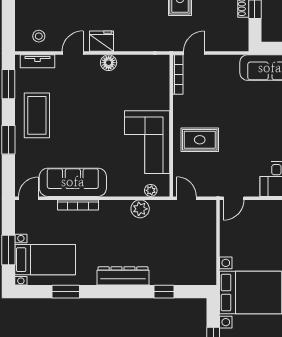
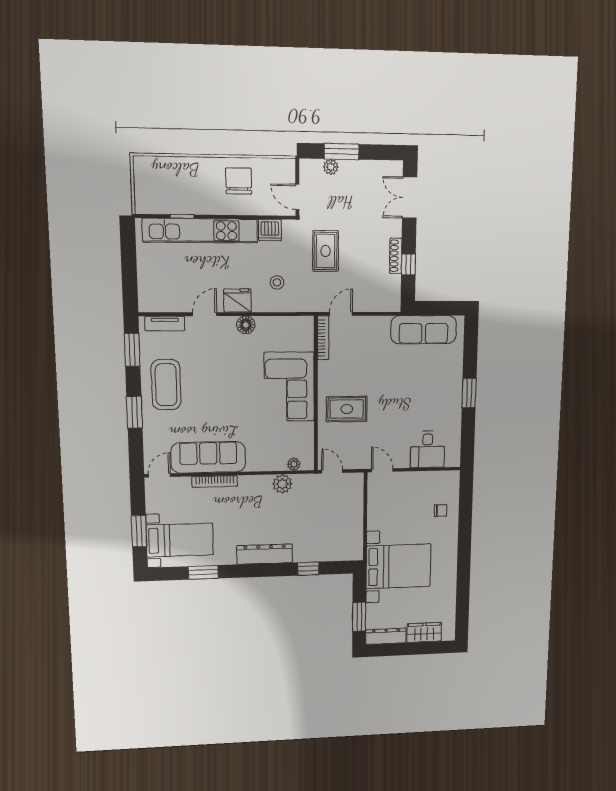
stool: (39, 36) -> (277, 282), moved
corner sofa: (147, 142) -> (289, 387), moved
door: (234, 198) -> (382, 470), swing flipped

